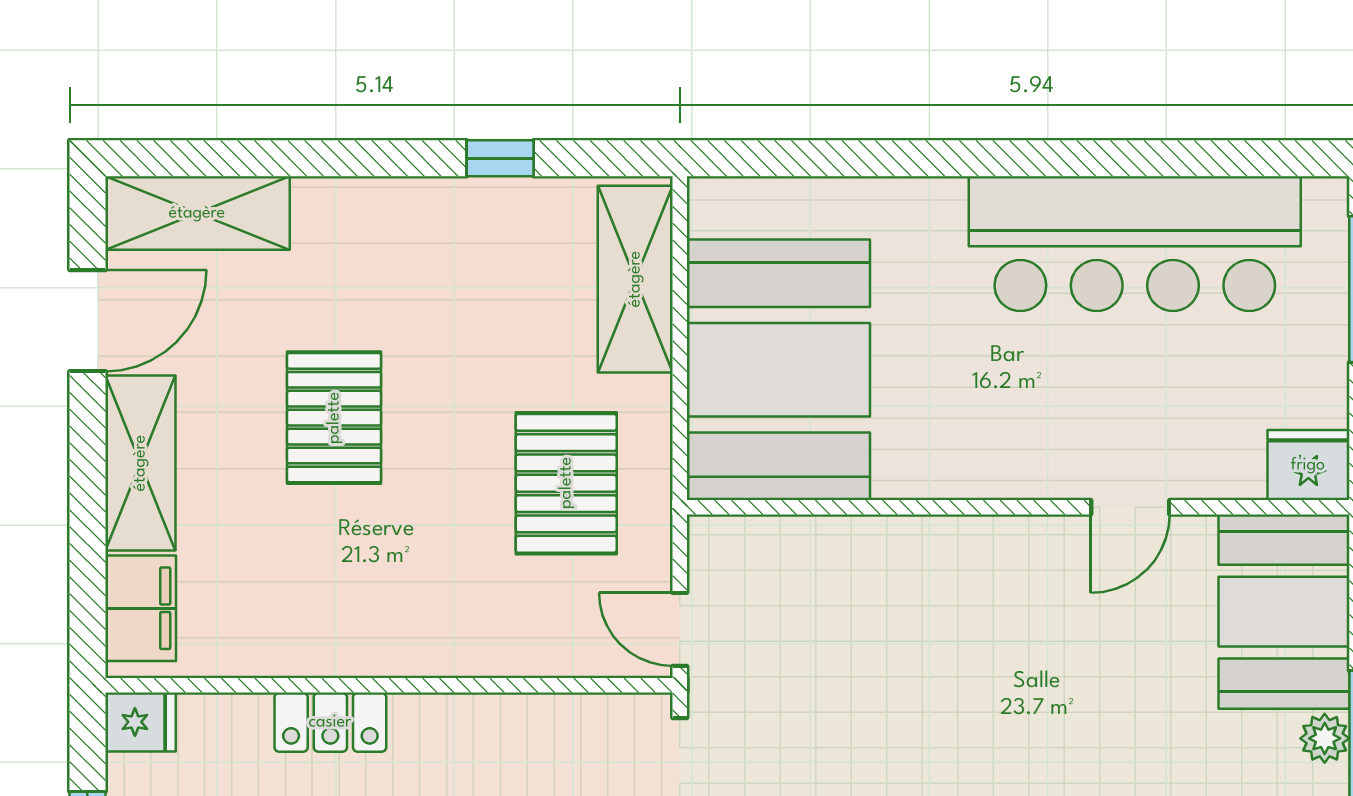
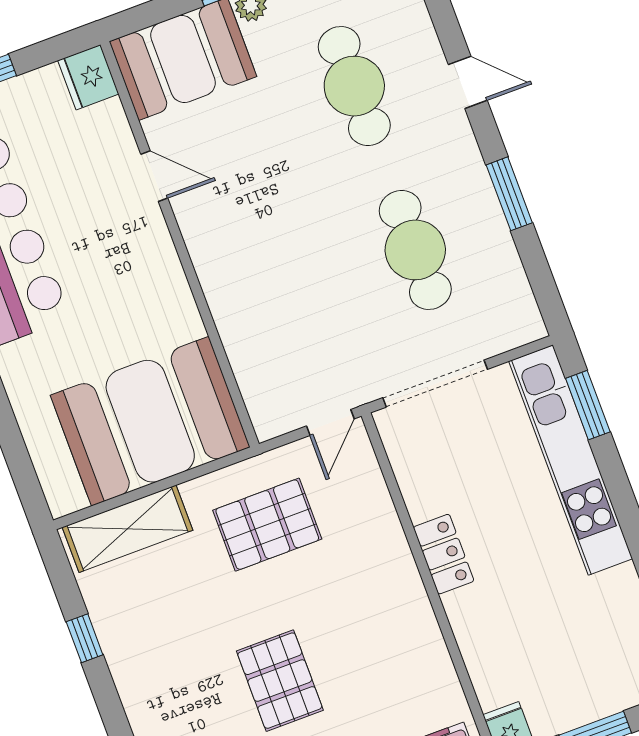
pallet: (334, 418) -> (280, 681), turned 90
locker: (330, 722) -> (444, 554), moved

